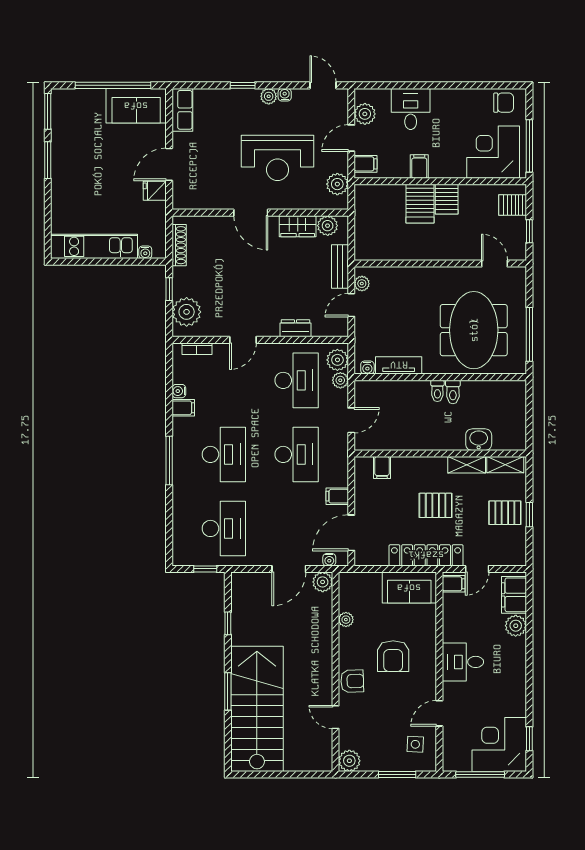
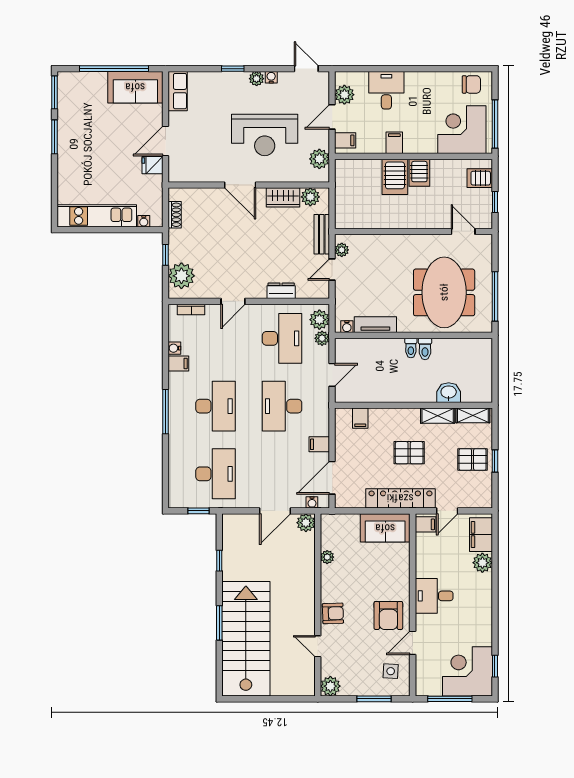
shoe rack: (179, 245) -> (175, 215), width x0.70
desk: (297, 454) -> (282, 406), turned 180
armchair: (393, 656) -> (388, 615), moved

